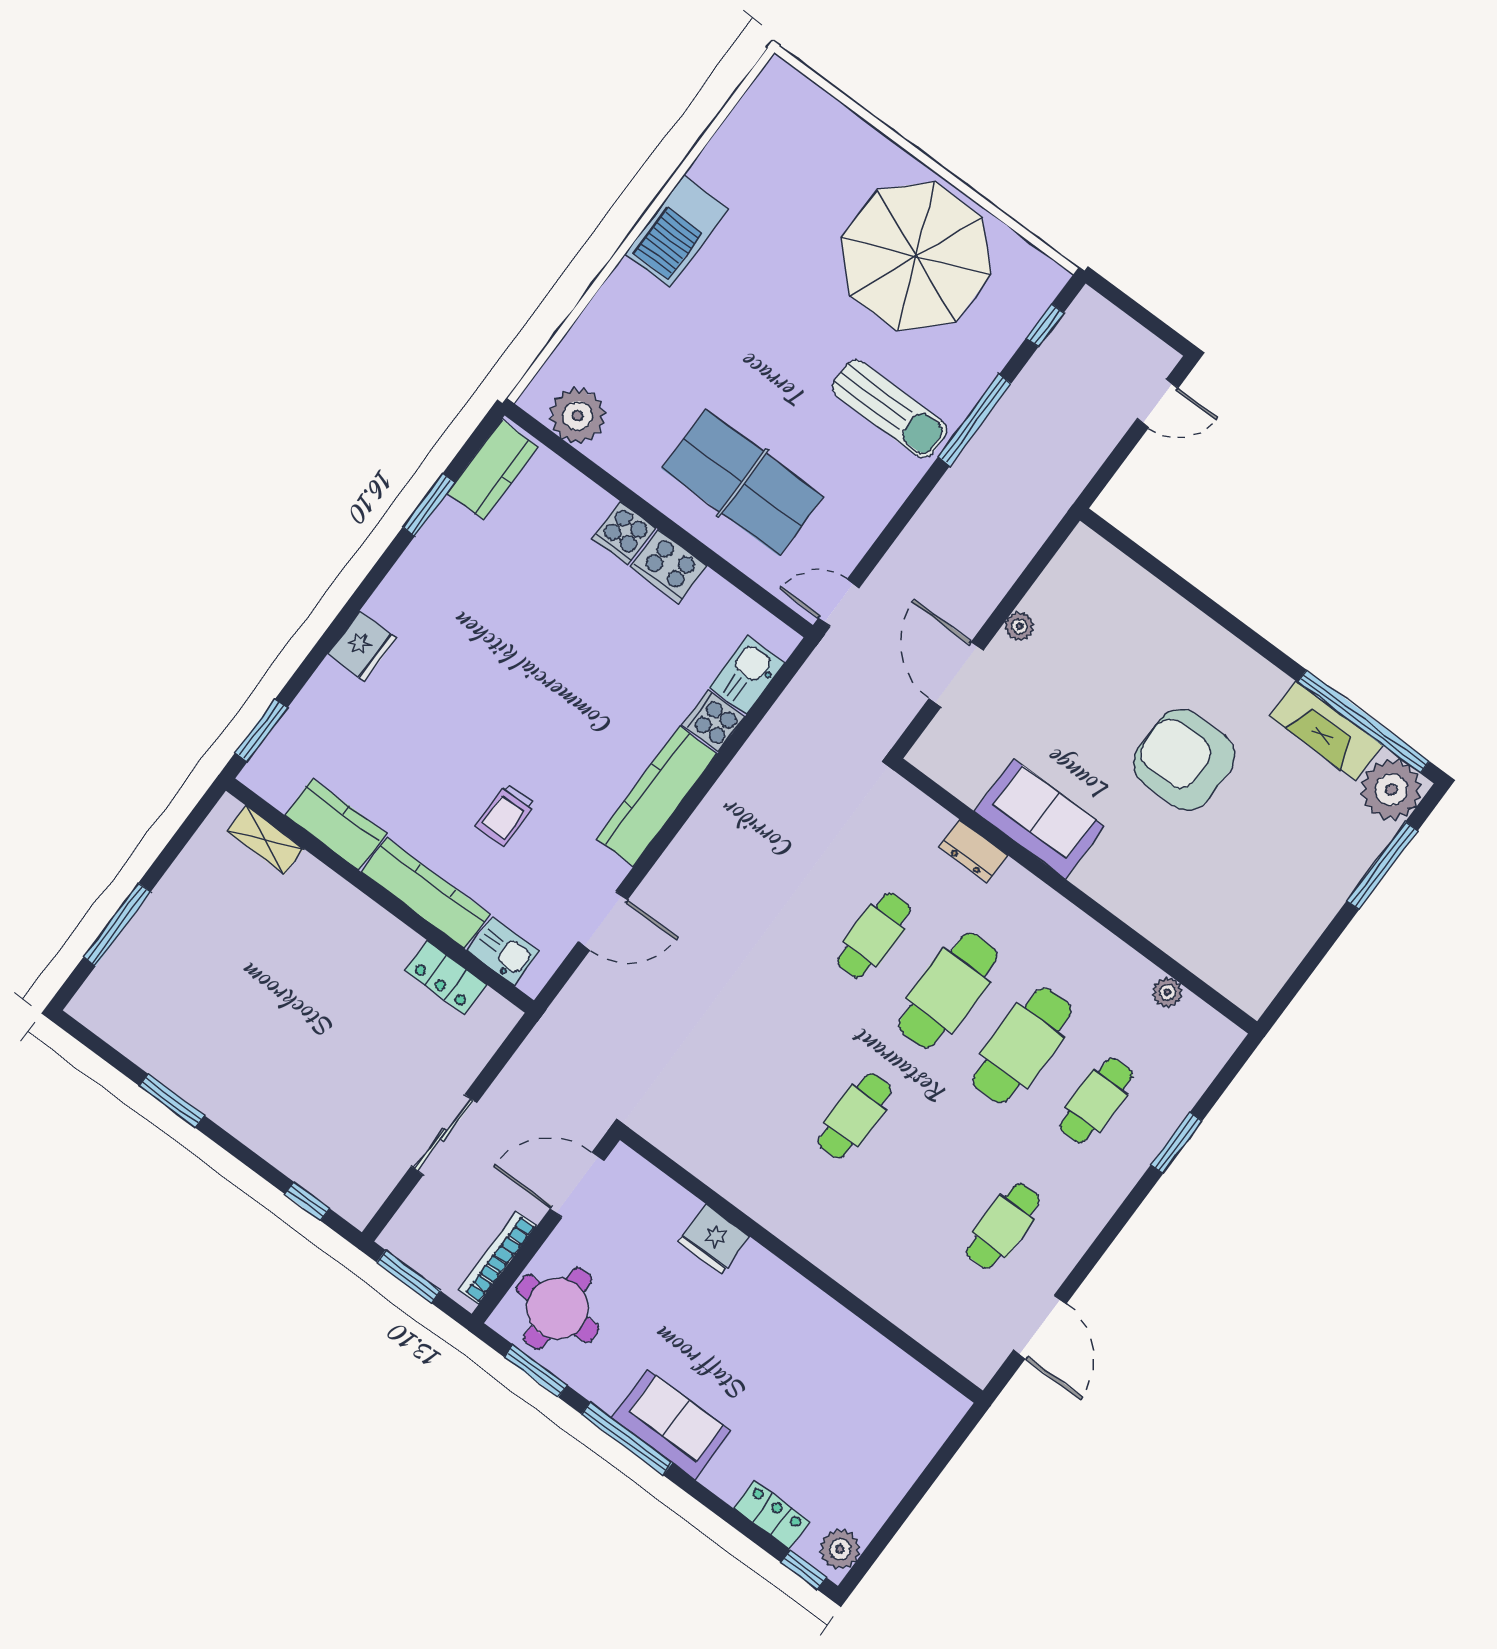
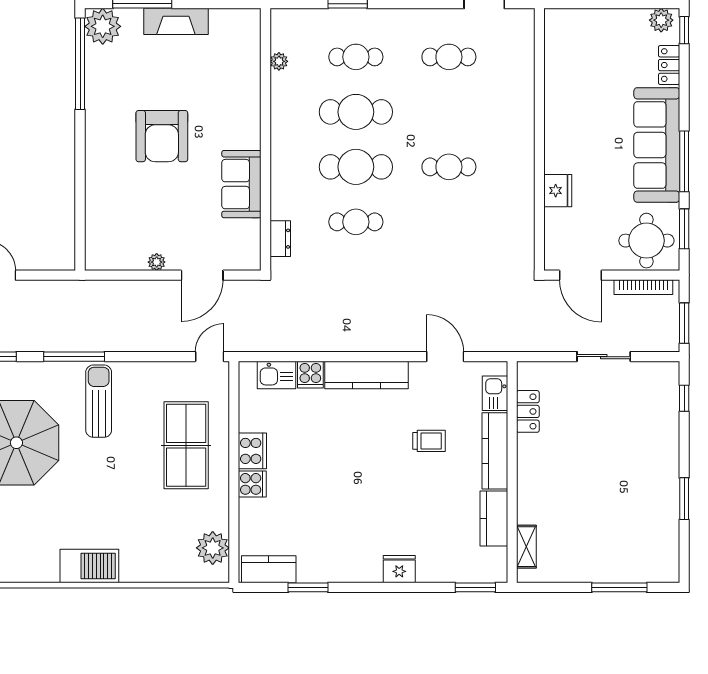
door: (839, 603) -> (210, 357), swing flipped
fireplace: (1326, 731) -> (176, 21), moved, turned 90
dresser: (974, 851) -> (280, 239), moved
sofa: (671, 1425) -> (657, 145), width x1.85, depth x1.27

